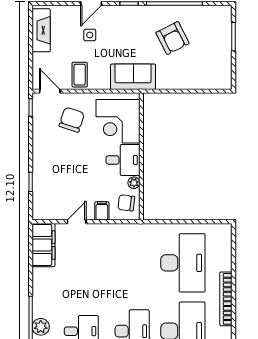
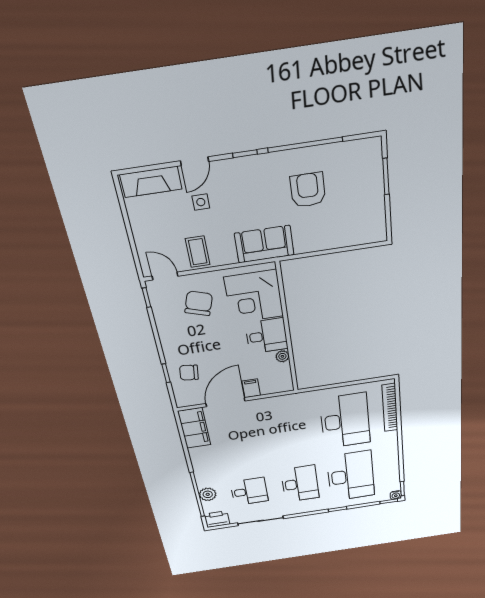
fireplace: (41, 30) -> (151, 182), moved, turned 90
armchair: (173, 38) -> (308, 190), turned -153
chair: (126, 203) -> (189, 373), moved
door: (77, 222) -> (225, 402), width x1.87
bookcase: (226, 299) -> (390, 408), moved

